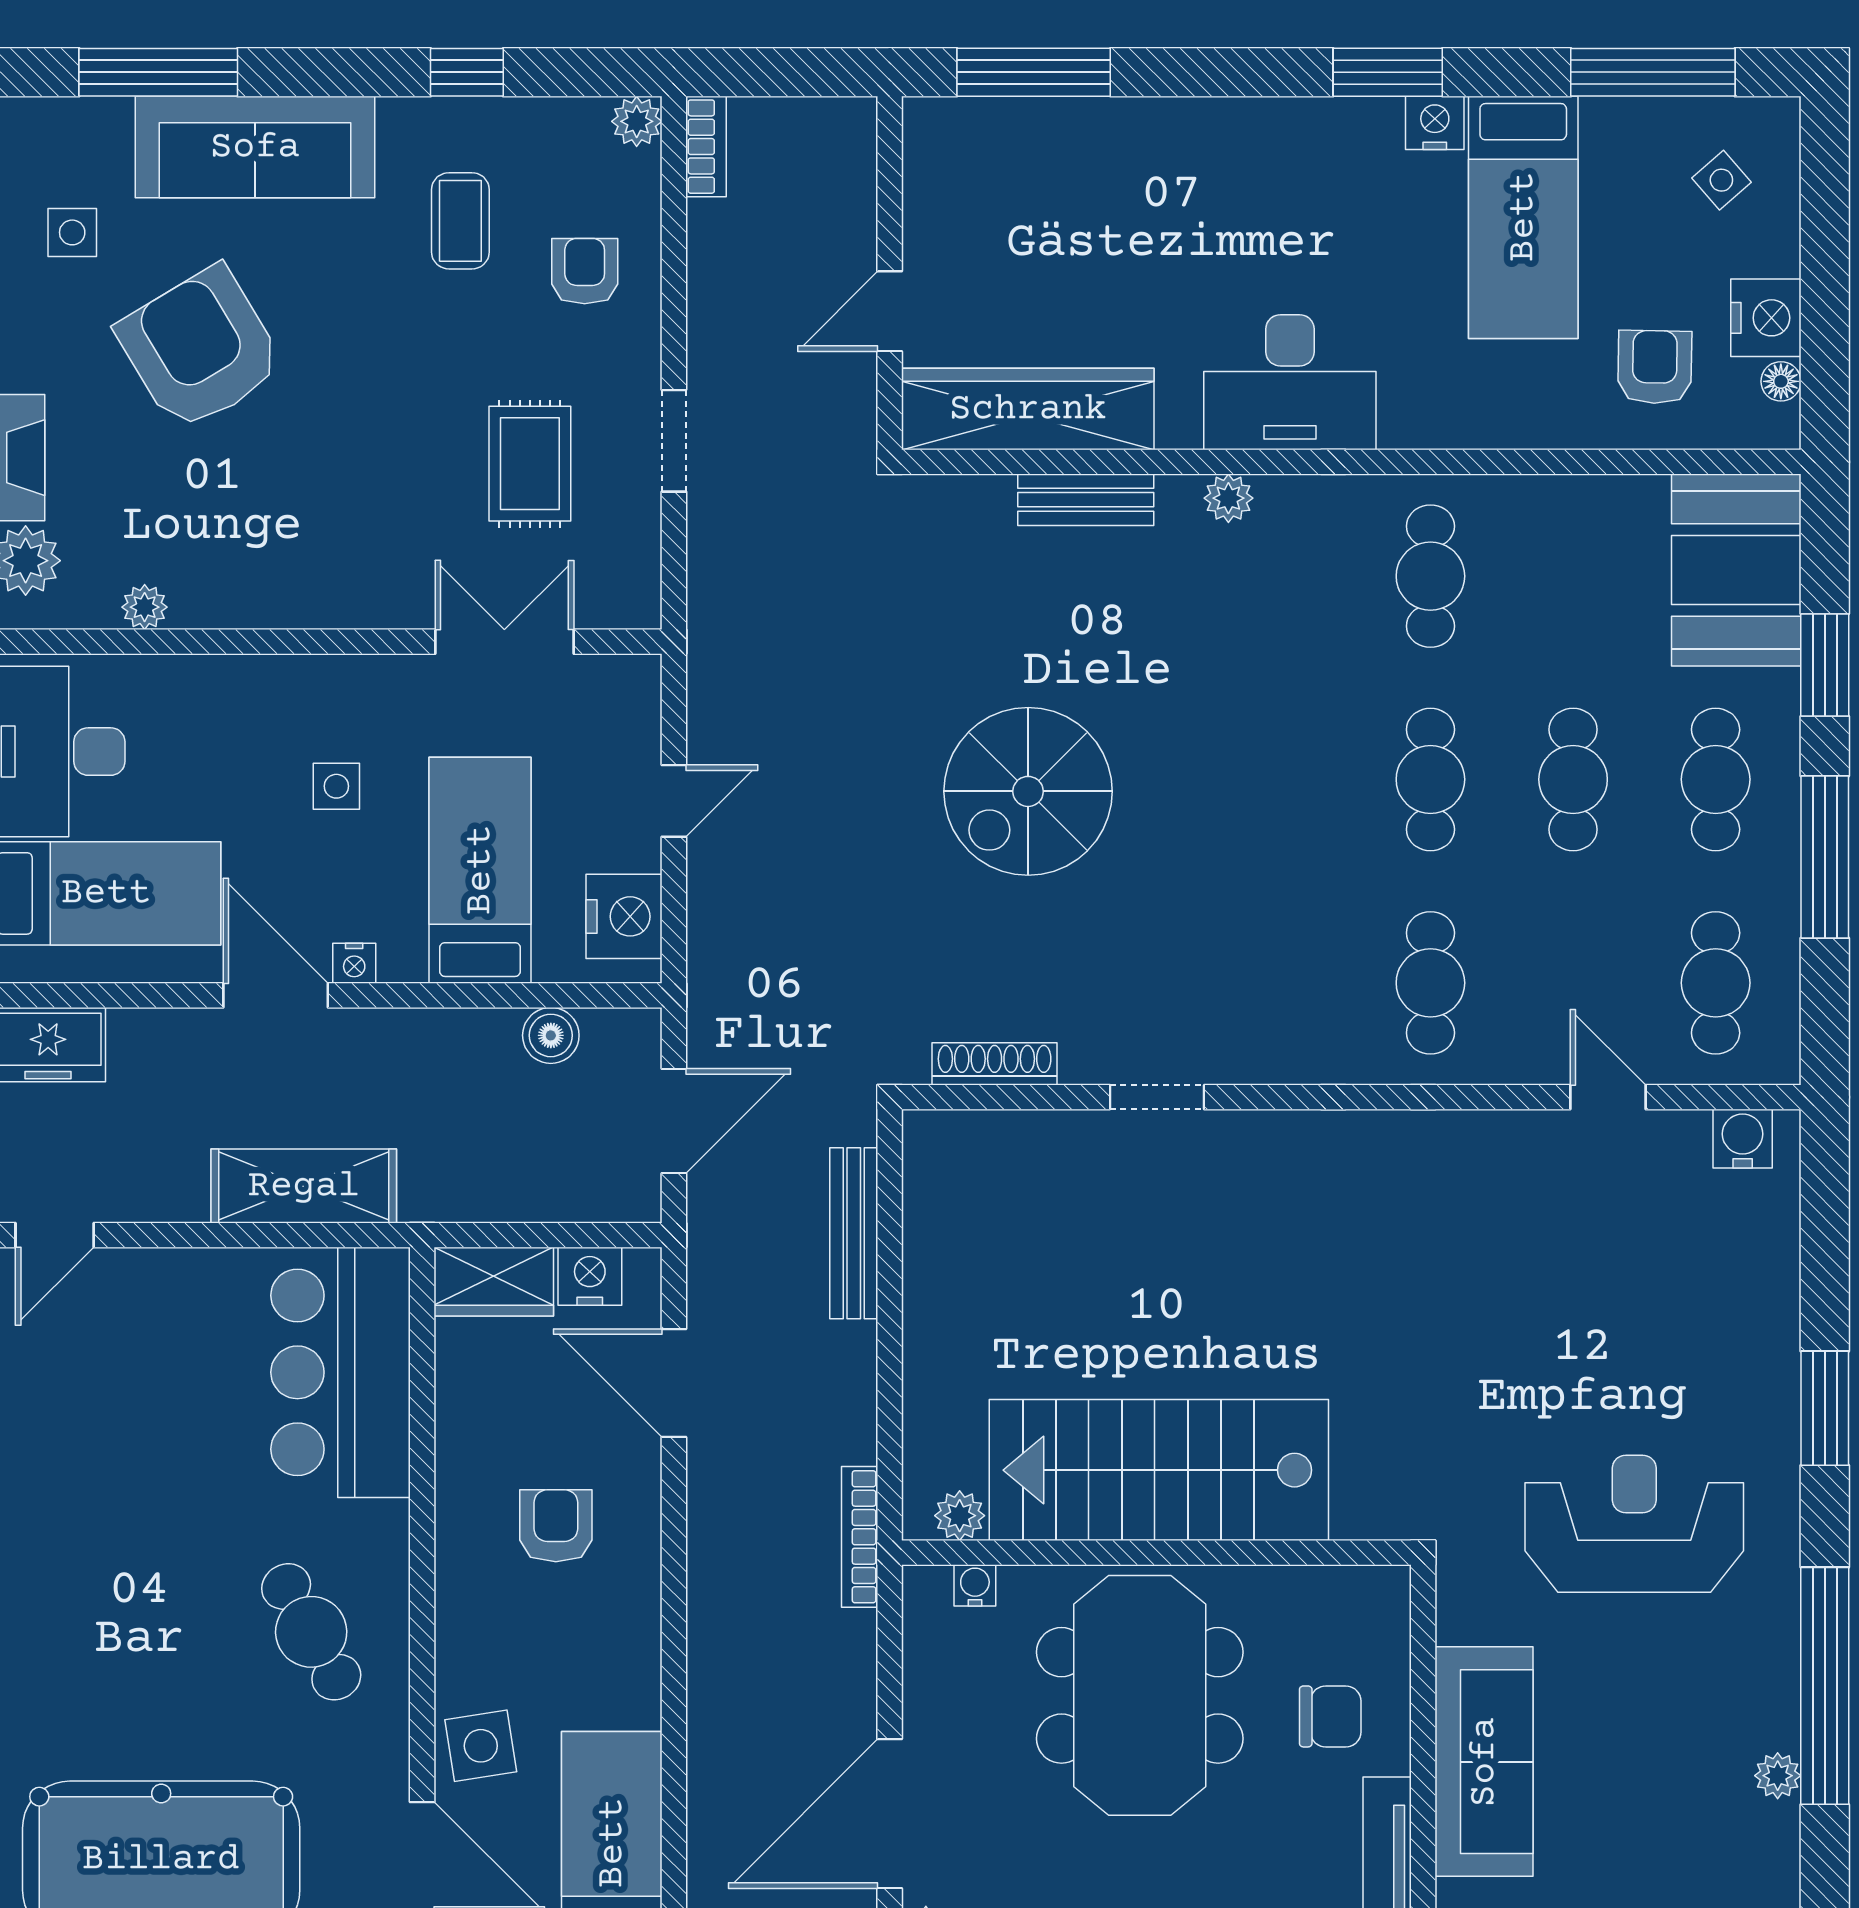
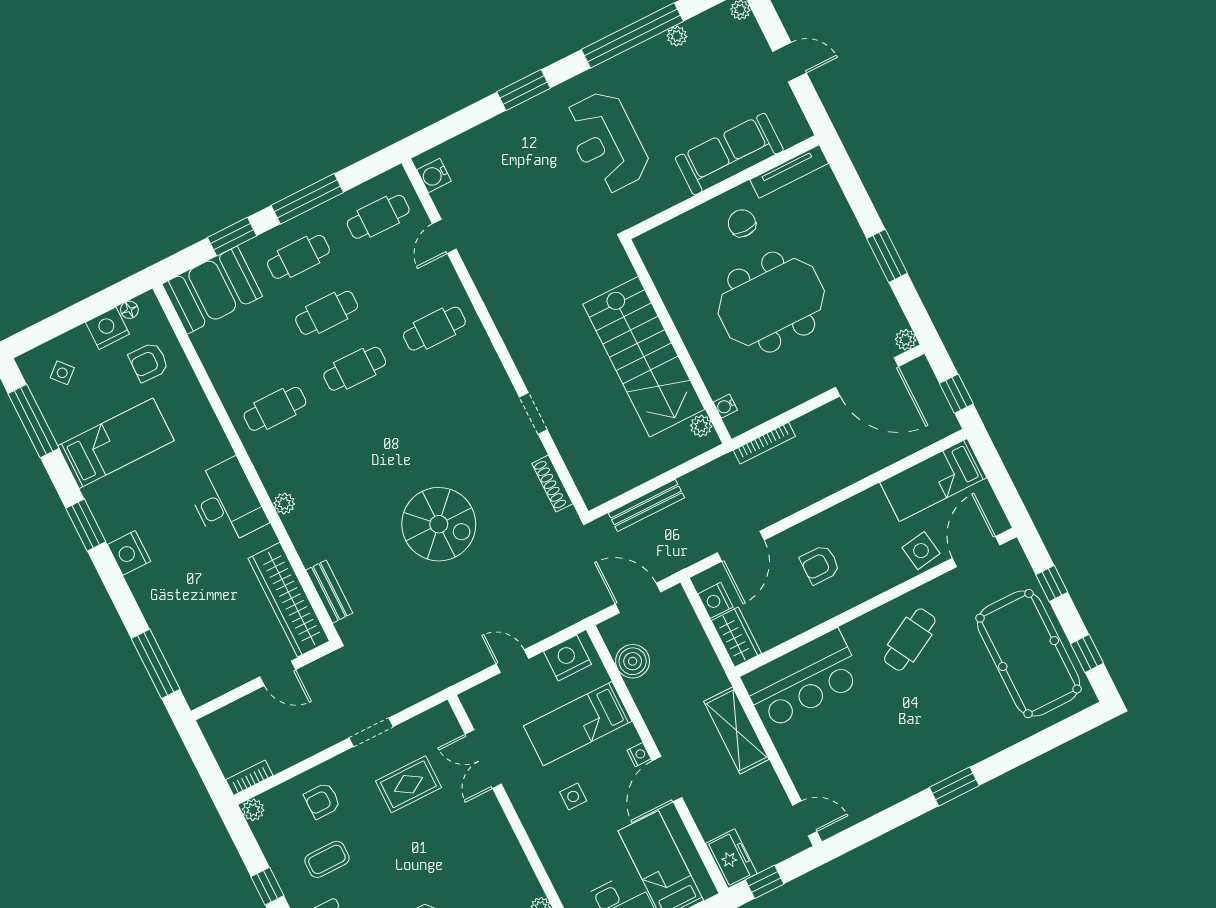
nightstand: (1435, 123) -> (129, 553), moved, width x1.36, depth x1.33
bench: (1086, 500) -> (329, 592), moved
boiler: (551, 1035) -> (633, 661), width x1.36, depth x1.36
stairs: (1159, 1470) -> (644, 357), moved
plant: (960, 1516) -> (701, 426), moved
wall: (1156, 1553) -> (677, 341), moved
water cooler: (975, 1585) -> (725, 406), moved

